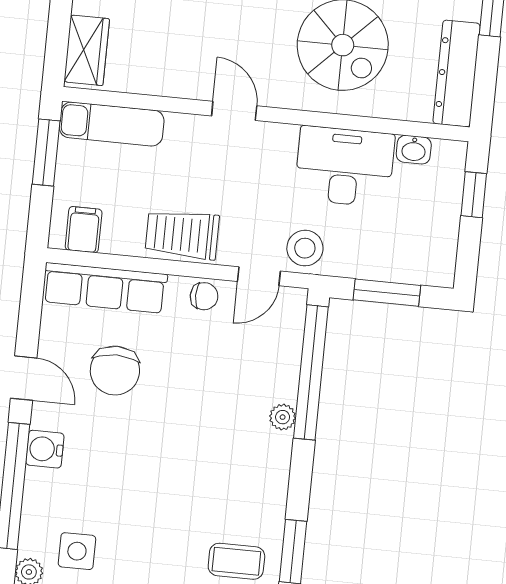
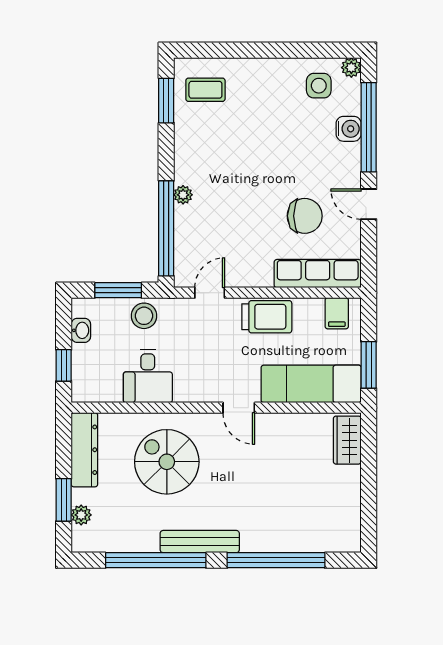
exam couch: (112, 124) -> (311, 384), width x1.36, depth x1.45
washbasin: (414, 150) -> (81, 330), moved, turned 90
desk: (345, 167) -> (148, 376), width x0.73
stool: (305, 248) -> (144, 316), moved
chair: (204, 296) -> (247, 275), removed
chair: (115, 371) -> (305, 216), turned 90
water cooler: (45, 449) -> (349, 129), moved

